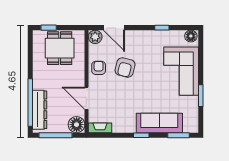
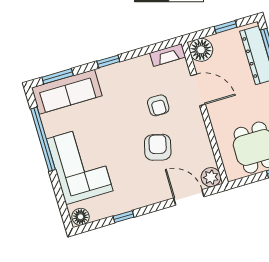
armchair: (99, 68) -> (158, 105), moved
window: (201, 96) -> (43, 139), width x2.11
sofa: (159, 123) -> (67, 92), moved
window: (55, 135) -> (226, 27), width x0.46

